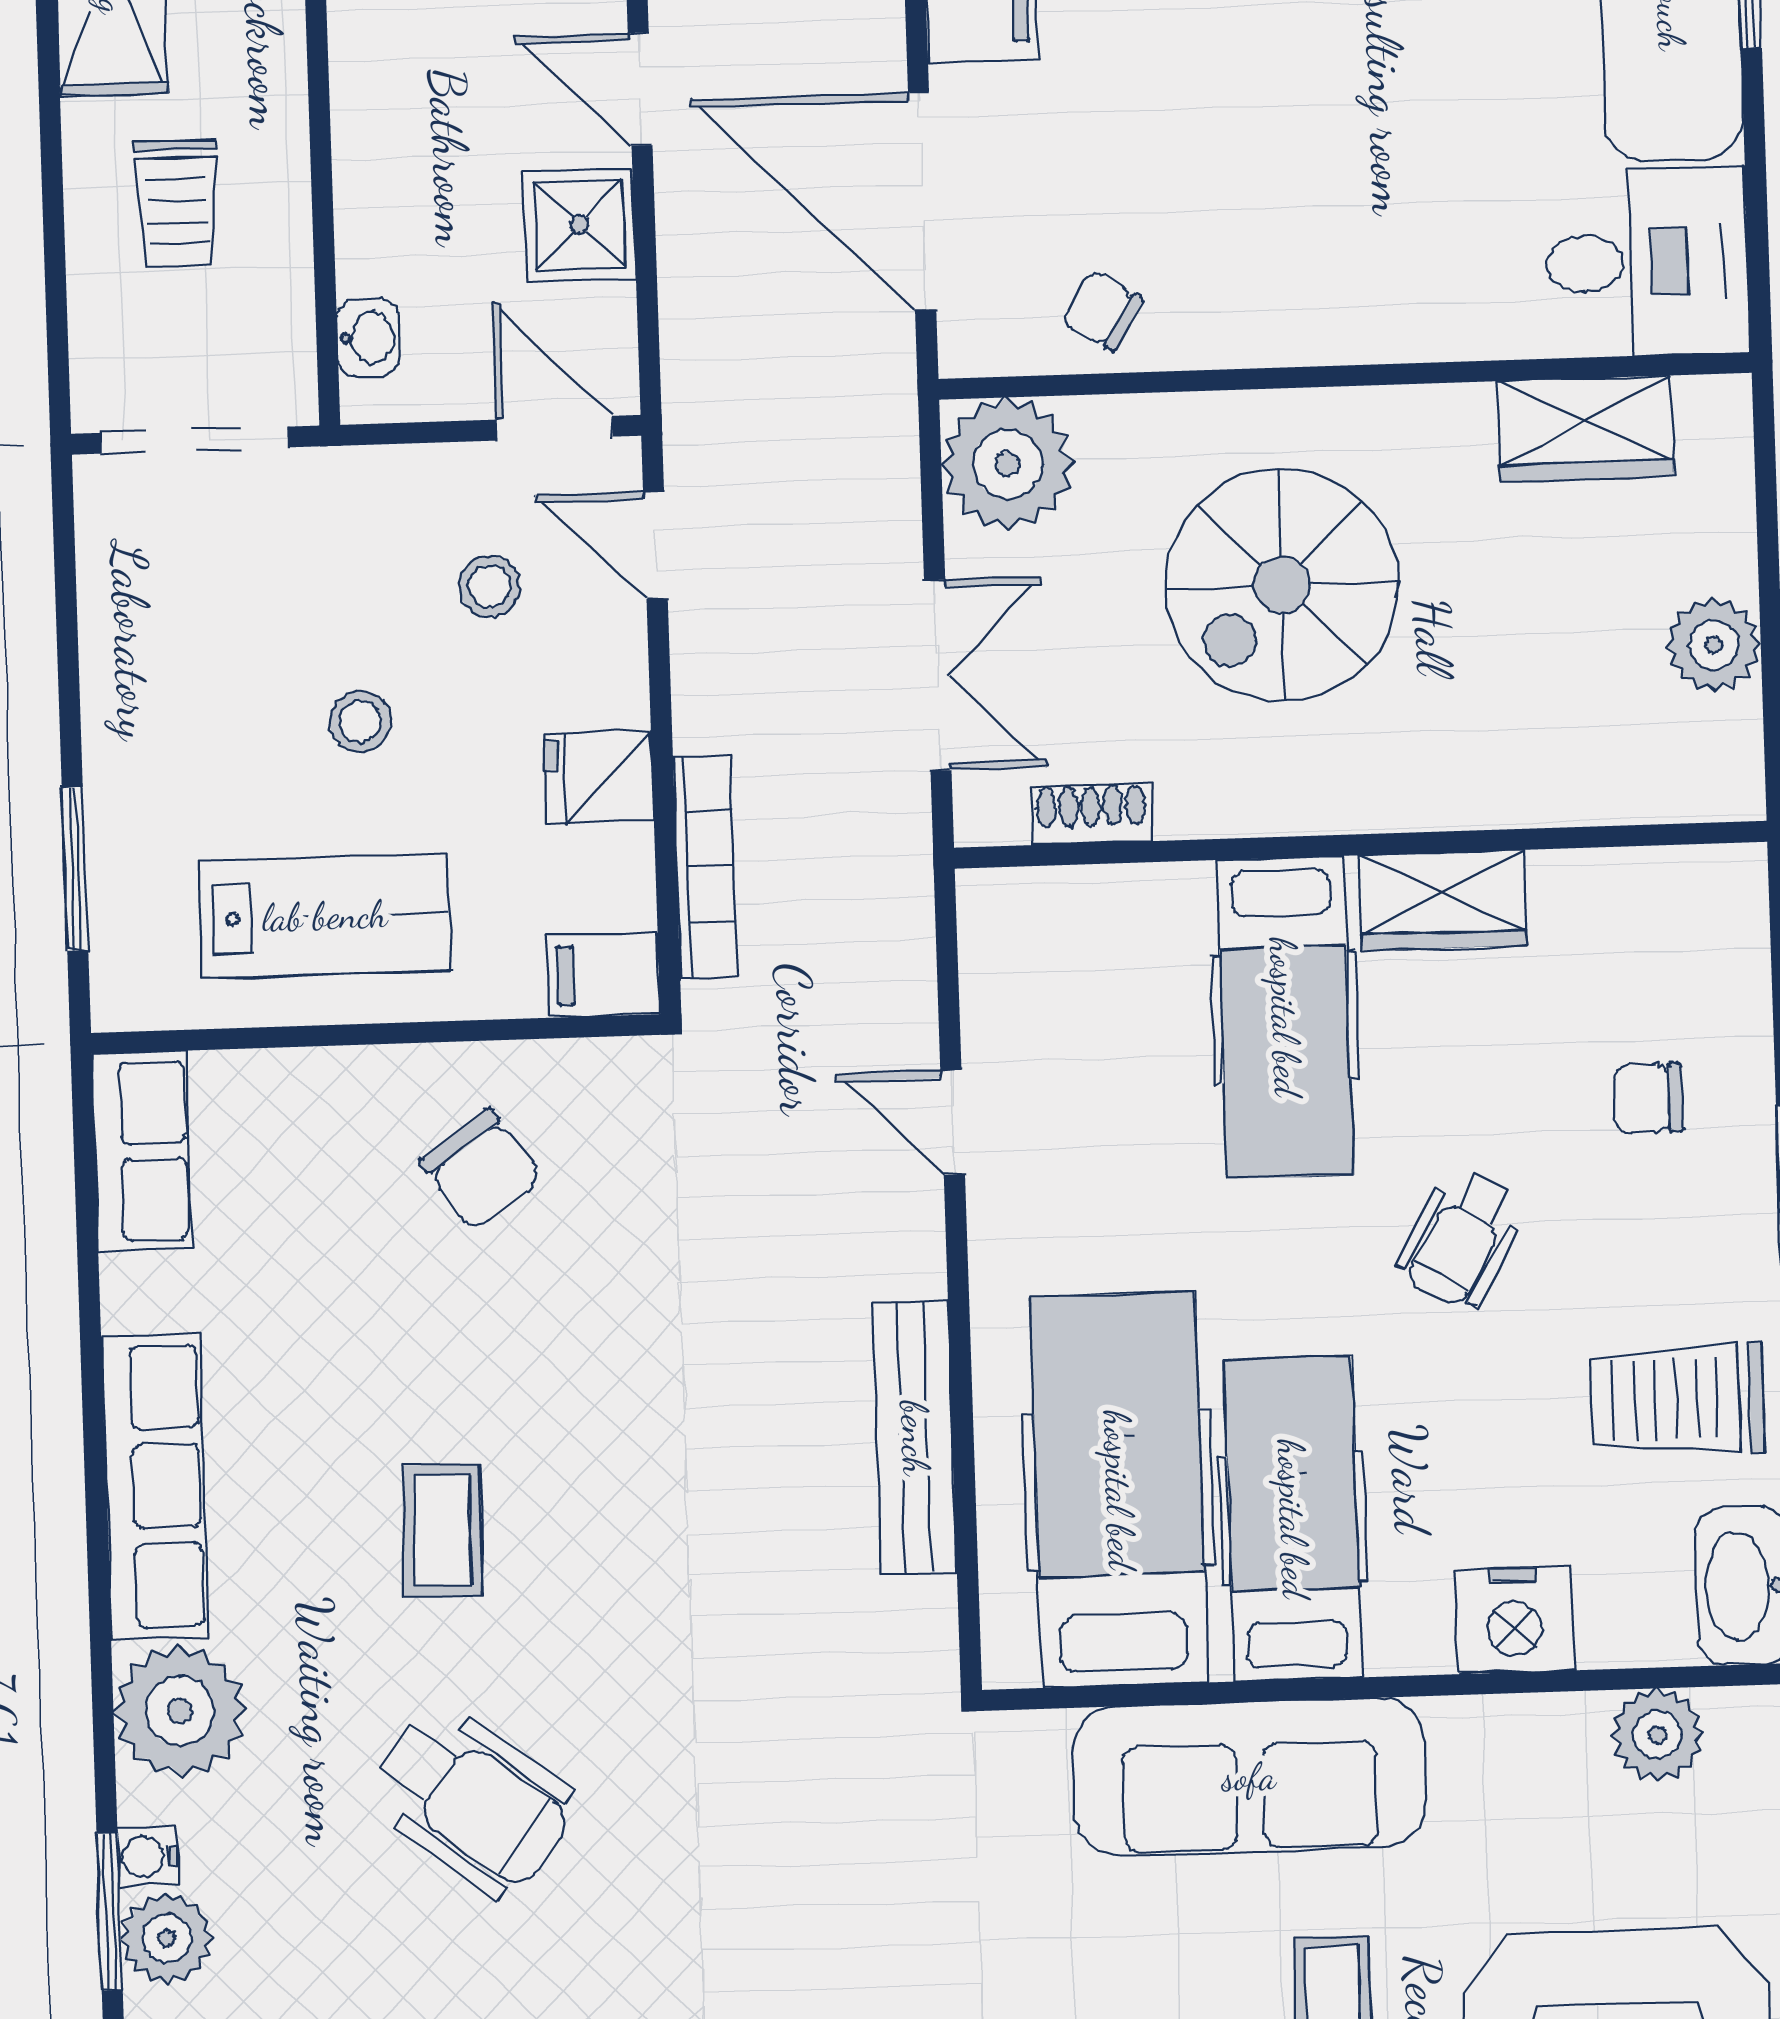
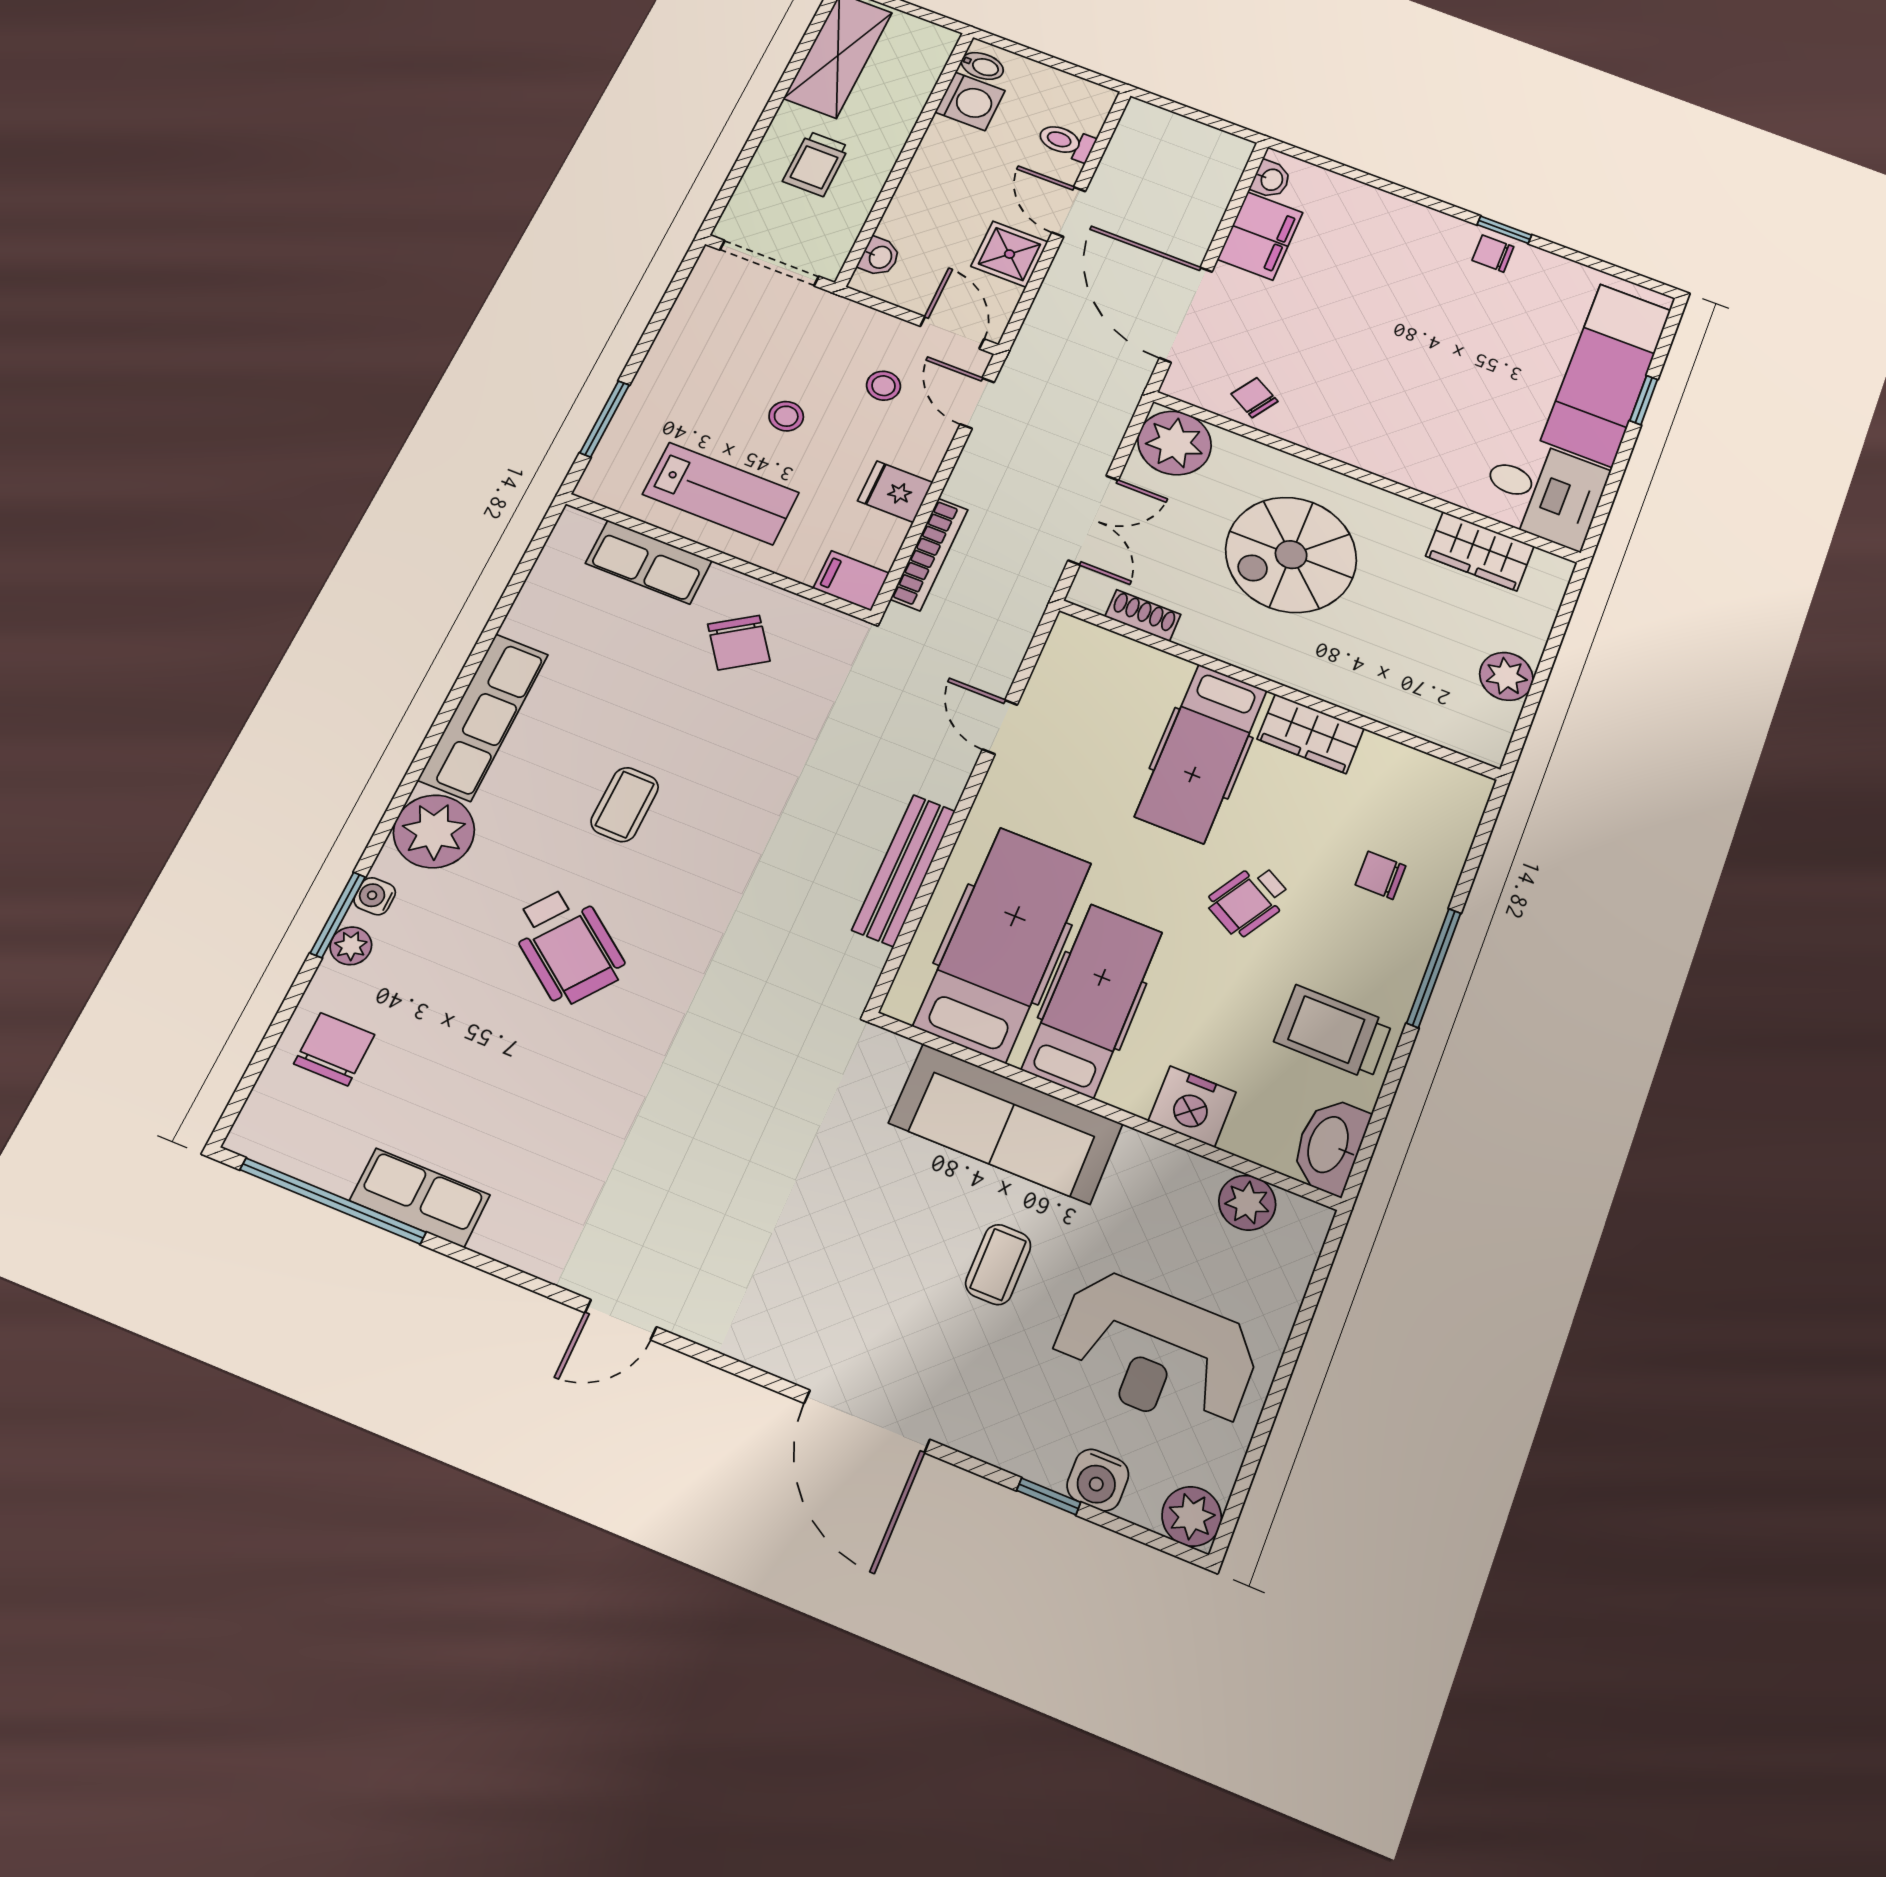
row of seats: (142, 1151) -> (649, 562), moved, turned 90
plant: (167, 1938) -> (351, 946), width x0.73, depth x0.73

